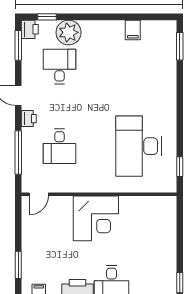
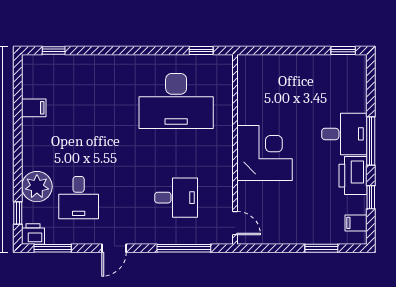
window: (180, 46) -> (54, 50), width x0.67
desk: (60, 67) -> (79, 198), turned -90
printer: (29, 119) -> (142, 235), removed

